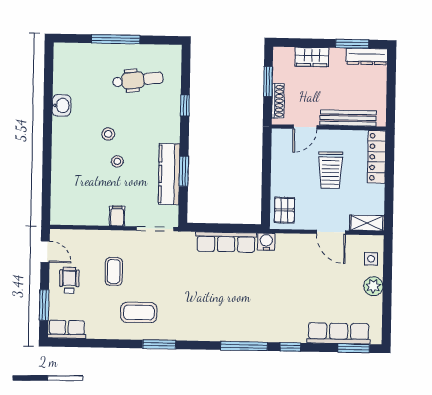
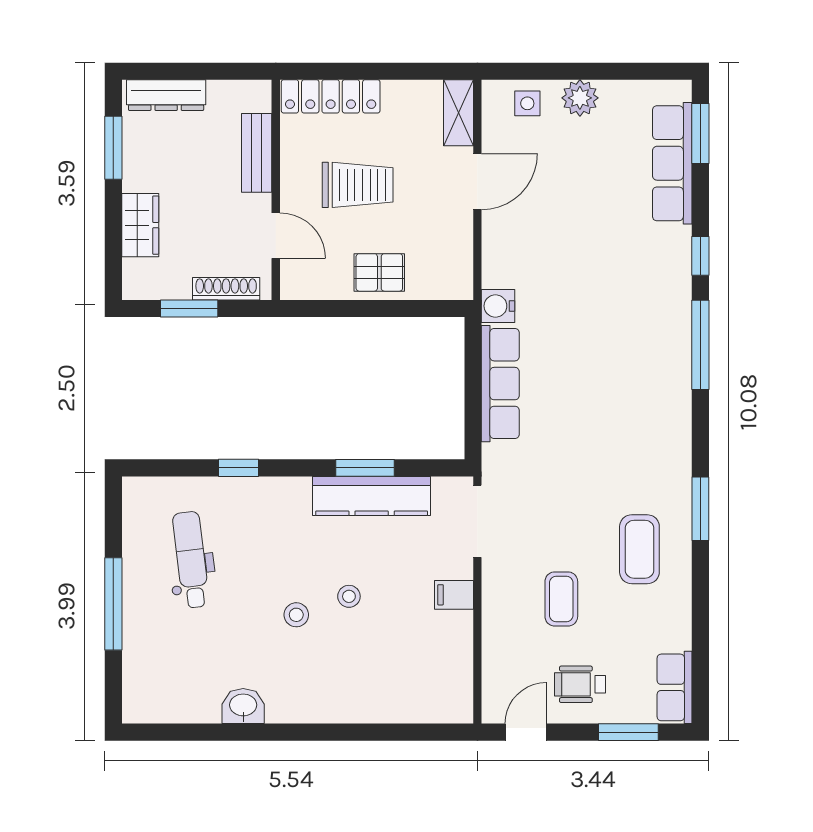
dresser: (367, 56) -> (166, 95), moved, turned 90
bench: (348, 118) -> (257, 153), width x0.73
pallet: (284, 210) -> (379, 272), moved
coffee table: (114, 271) -> (561, 599), turned 90

